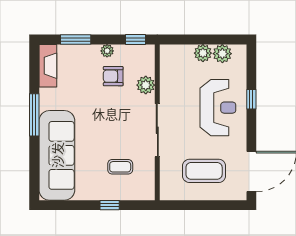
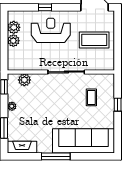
armchair: (113, 76) -> (29, 102), removed
plant: (146, 85) -> (24, 80), moved
coffee table: (204, 171) -> (94, 40), turned 90

